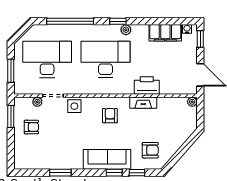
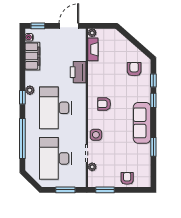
fireplace: (143, 103) -> (93, 49), moved
armchair: (31, 127) -> (127, 178), moved
sofa: (107, 159) -> (142, 123), moved

